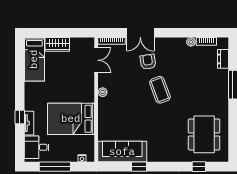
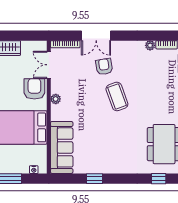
double door: (96, 60) -> (49, 65), swing flipped
armchair: (83, 83) -> (34, 89), added
sofa: (122, 152) -> (62, 147), moved, turned 90

